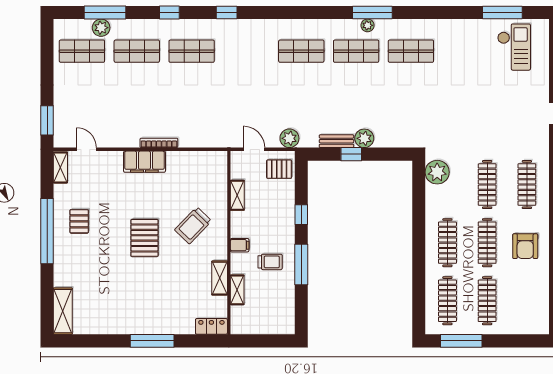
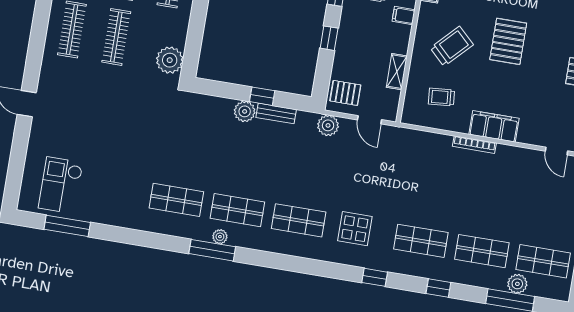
display table: (251, 52) -> (355, 229), added
trolley: (195, 180) -> (441, 97), added

